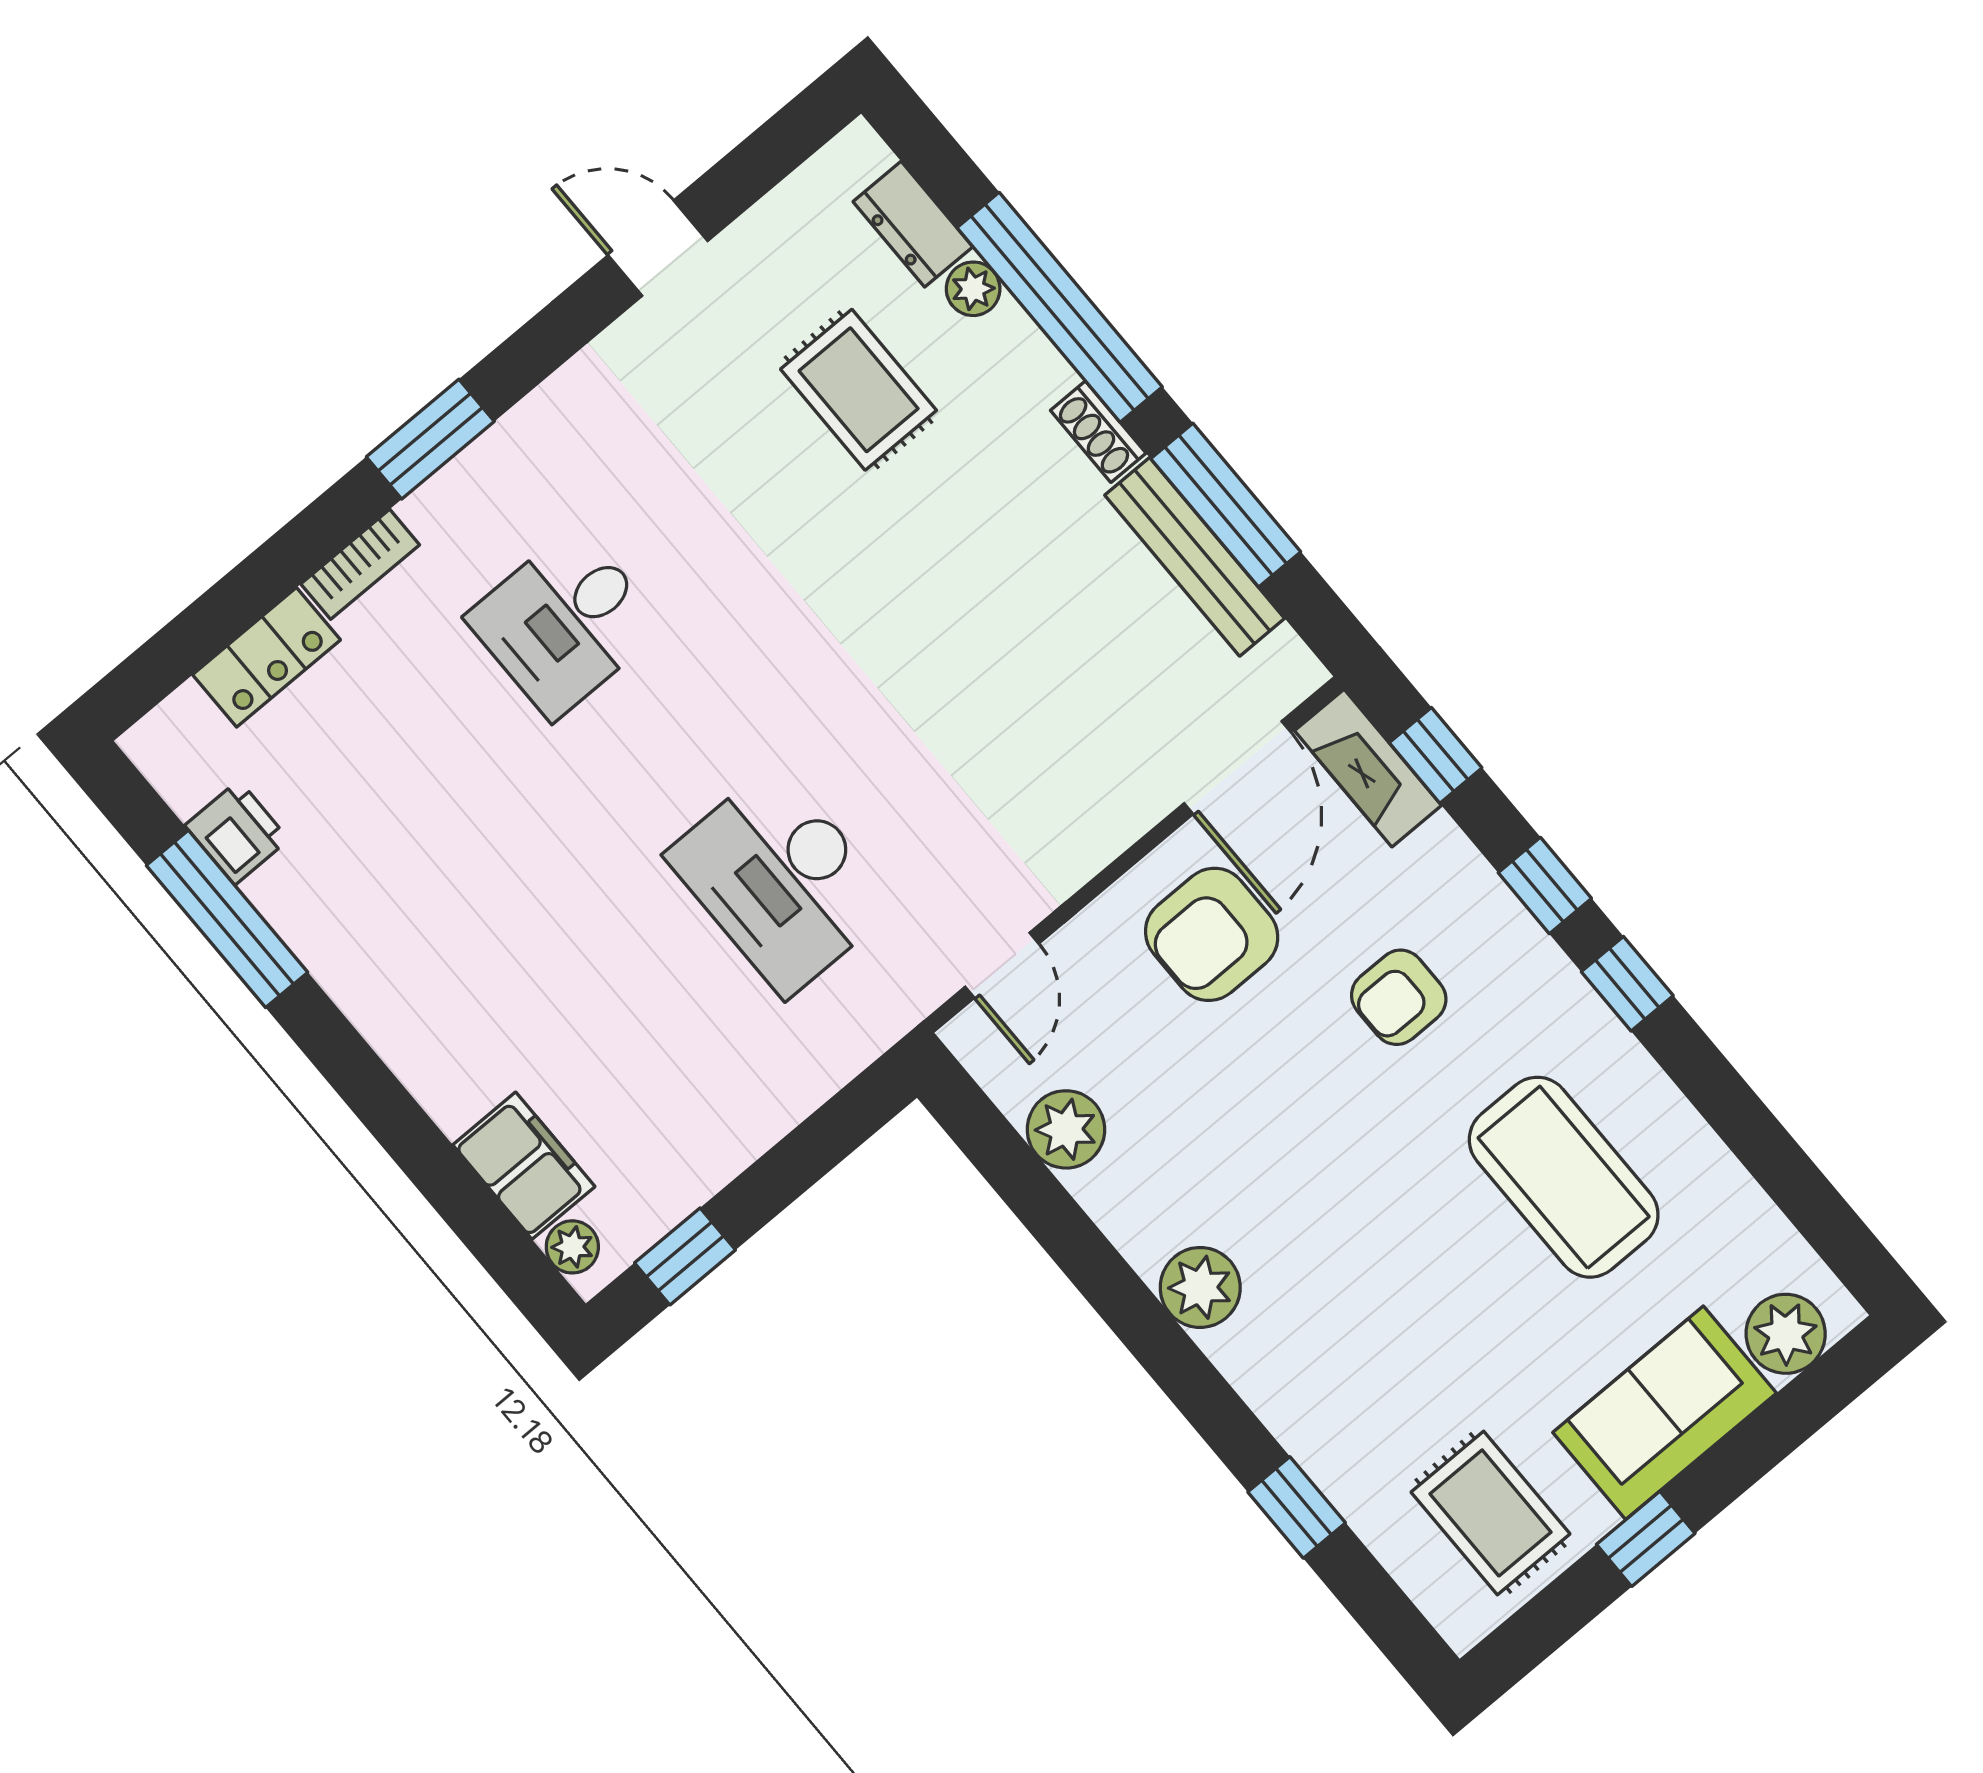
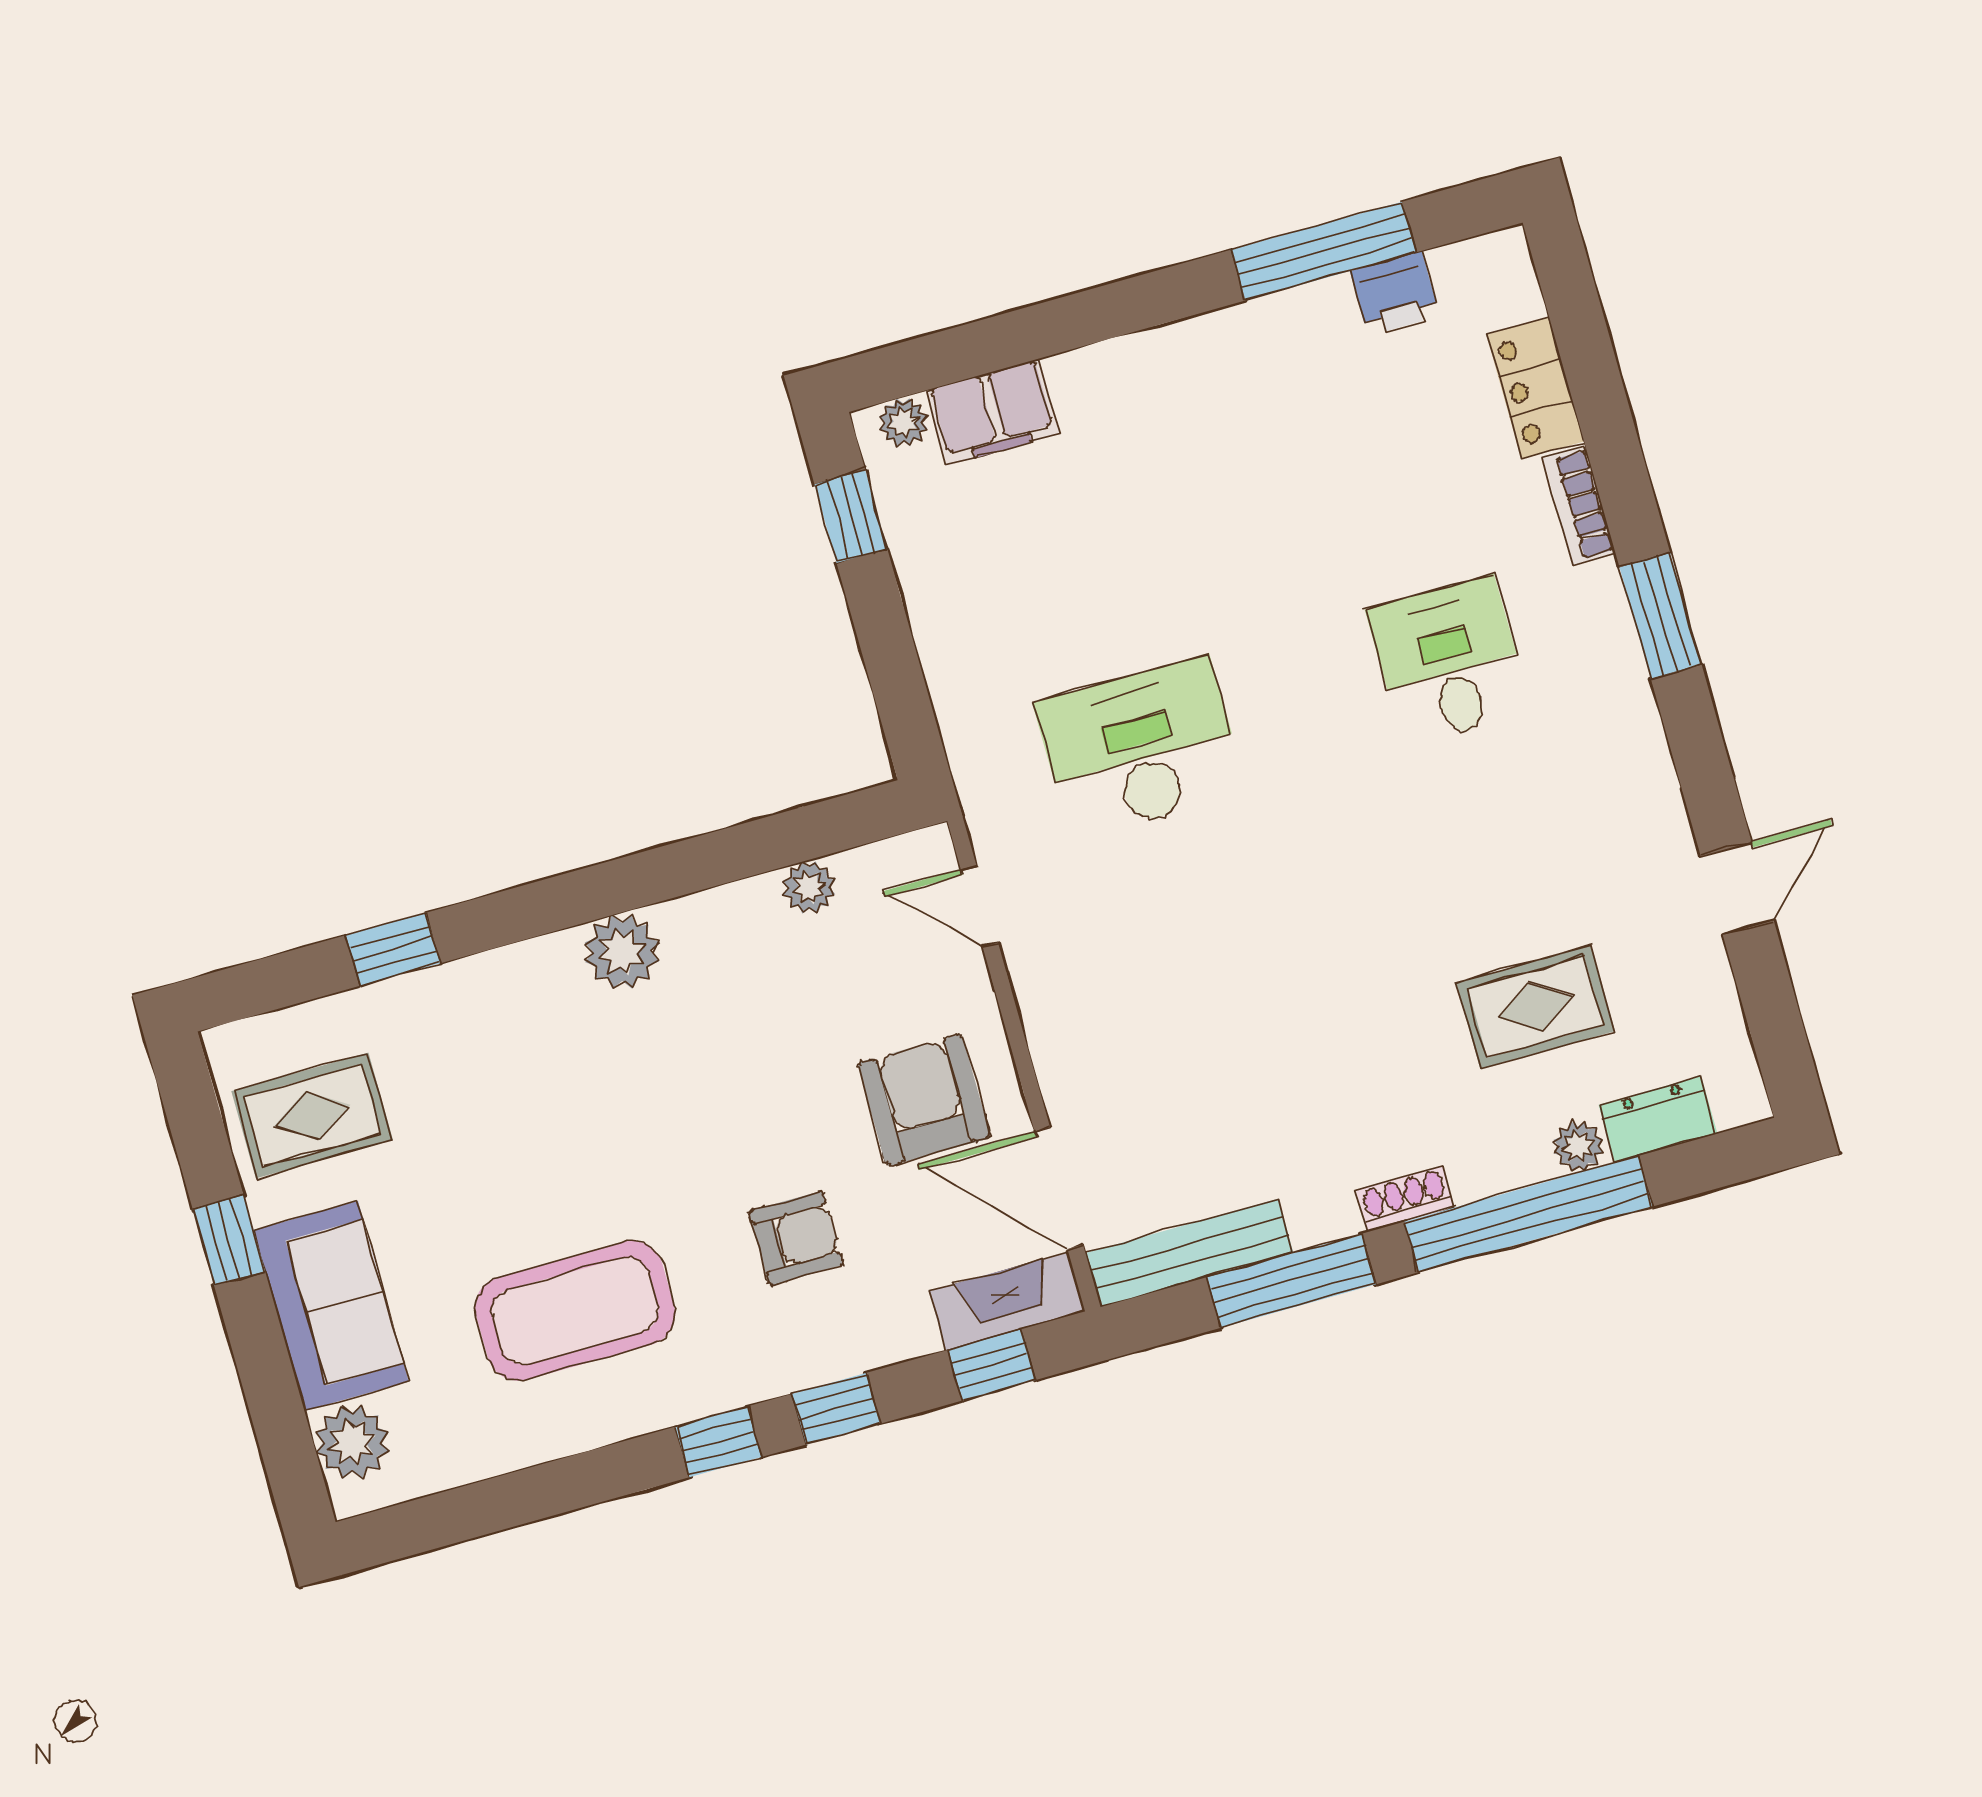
bench: (1195, 557) -> (1189, 1253), moved
armchair: (1399, 997) -> (796, 1238), turned 90
plant: (1066, 1129) -> (809, 888), width x0.73, depth x0.73

